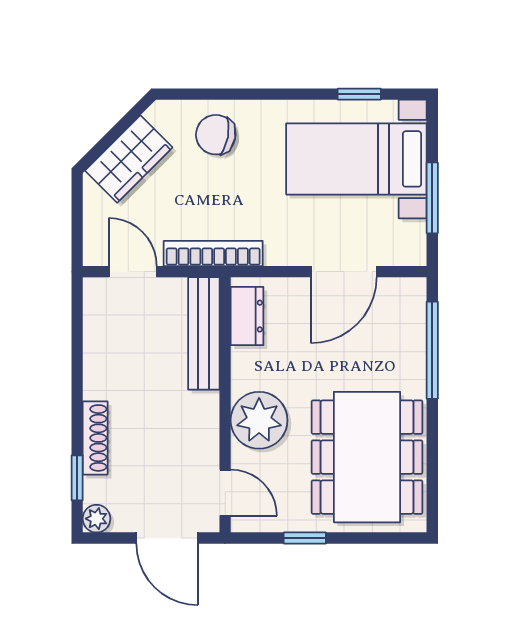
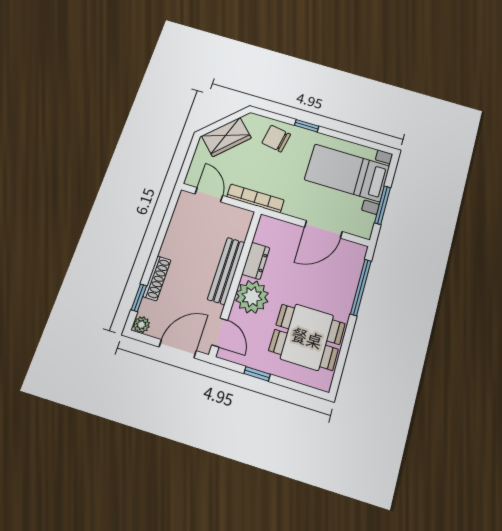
window: (359, 94) -> (307, 126), moved
dresser: (247, 316) -> (256, 261), moved
bench: (204, 333) -> (226, 271), moved
dining table: (367, 457) -> (307, 337), width x0.73
door: (167, 538) -> (178, 349), swing flipped

